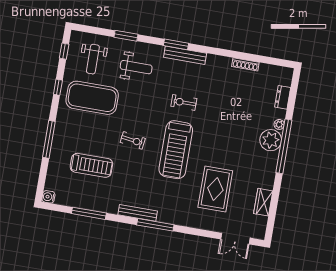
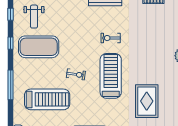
weight bench: (136, 67) -> (69, 17), removed
treadmill: (176, 150) -> (111, 76), turned 180
treadmill: (91, 165) -> (47, 99), width x1.37, depth x1.38

